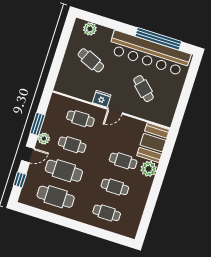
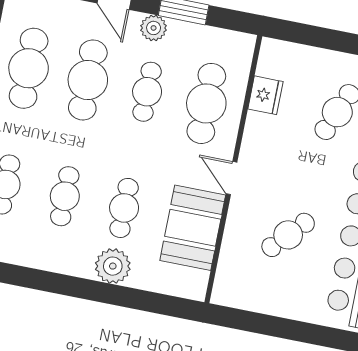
fridge: (102, 99) -> (265, 95), moved
cafe table: (80, 119) -> (206, 103), width x1.37, depth x1.35
booth: (153, 143) -> (193, 228), moved, turned 90

